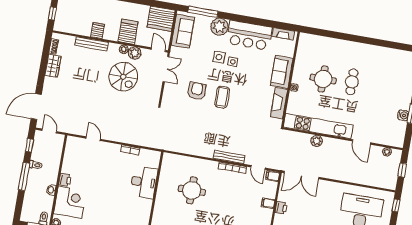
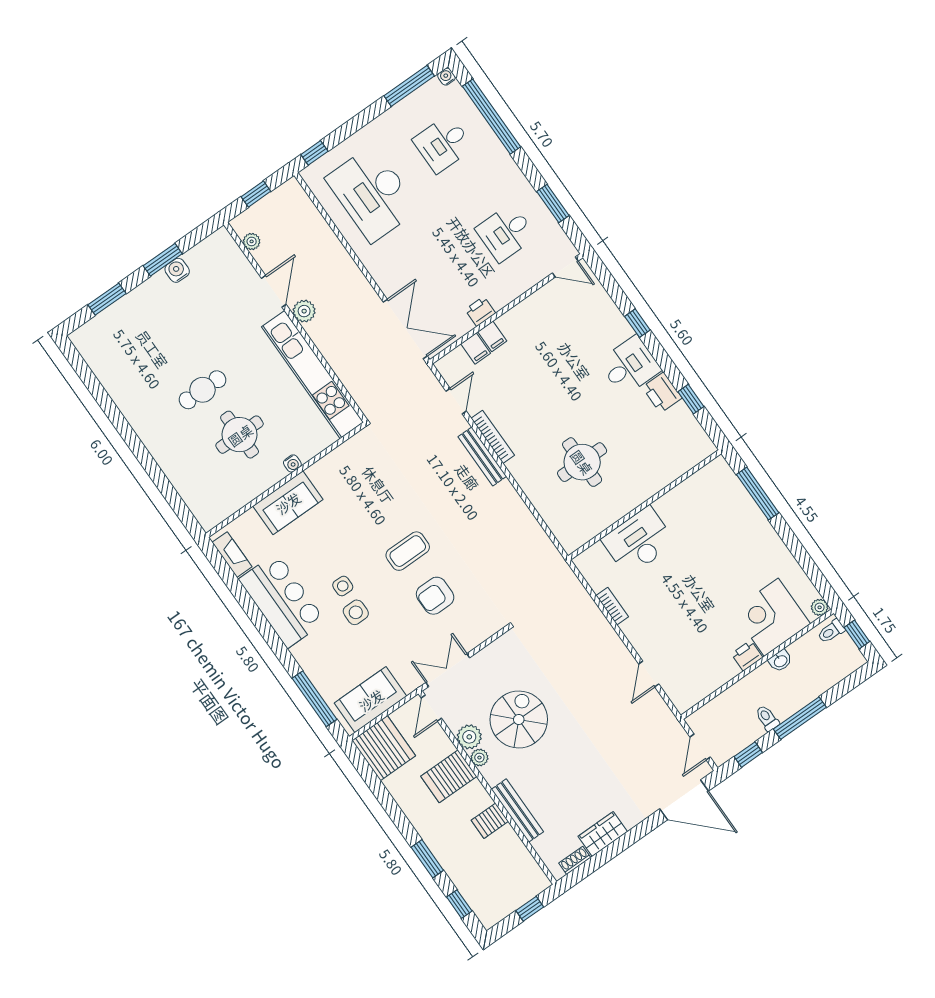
plant: (219, 27) -> (312, 655), removed
fireplace: (279, 103) -> (336, 462), removed
plant: (317, 141) -> (304, 311), moved
filing cabinet: (273, 176) -> (476, 348), moved

